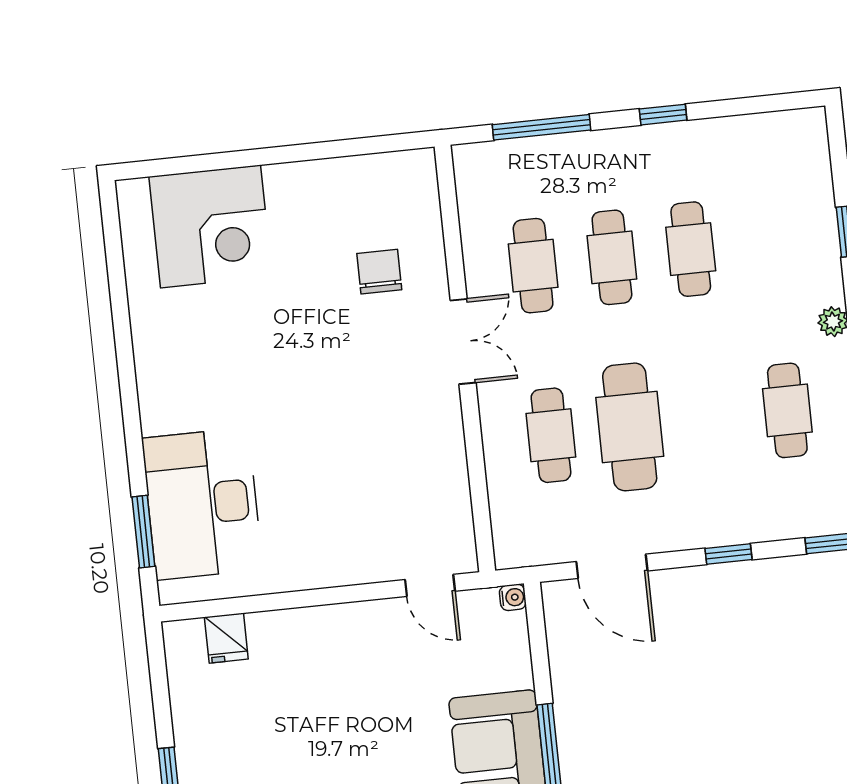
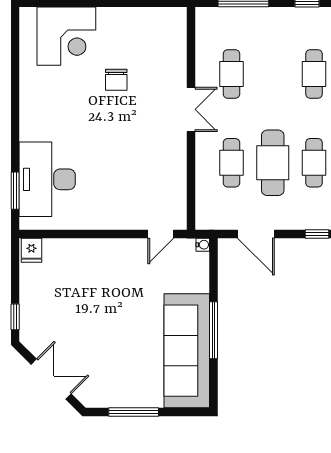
cafe table: (612, 257) -> (314, 163), moved
chair: (379, 272) -> (116, 80), moved, turned 180
door: (430, 585) -> (161, 234), hinge flipped
fridge: (226, 638) -> (31, 250), moved

